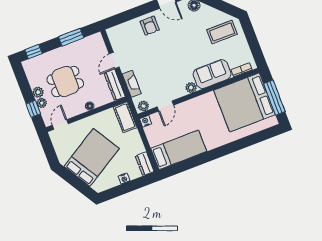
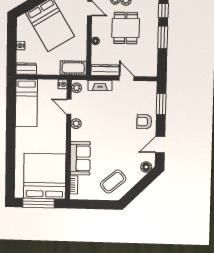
window: (126, 16) -> (161, 104), added
coffee table: (222, 32) -> (113, 182), turned 50
window: (71, 37) -> (163, 37), moved
plant: (191, 88) -> (76, 124), moved

